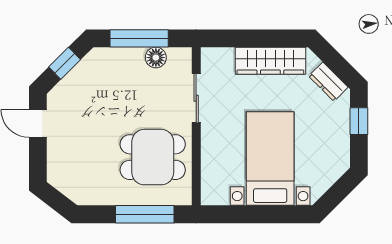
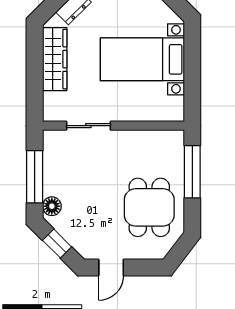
floor lamp: (156, 58) -> (52, 206), moved
dining table: (153, 157) -> (149, 207), moved

